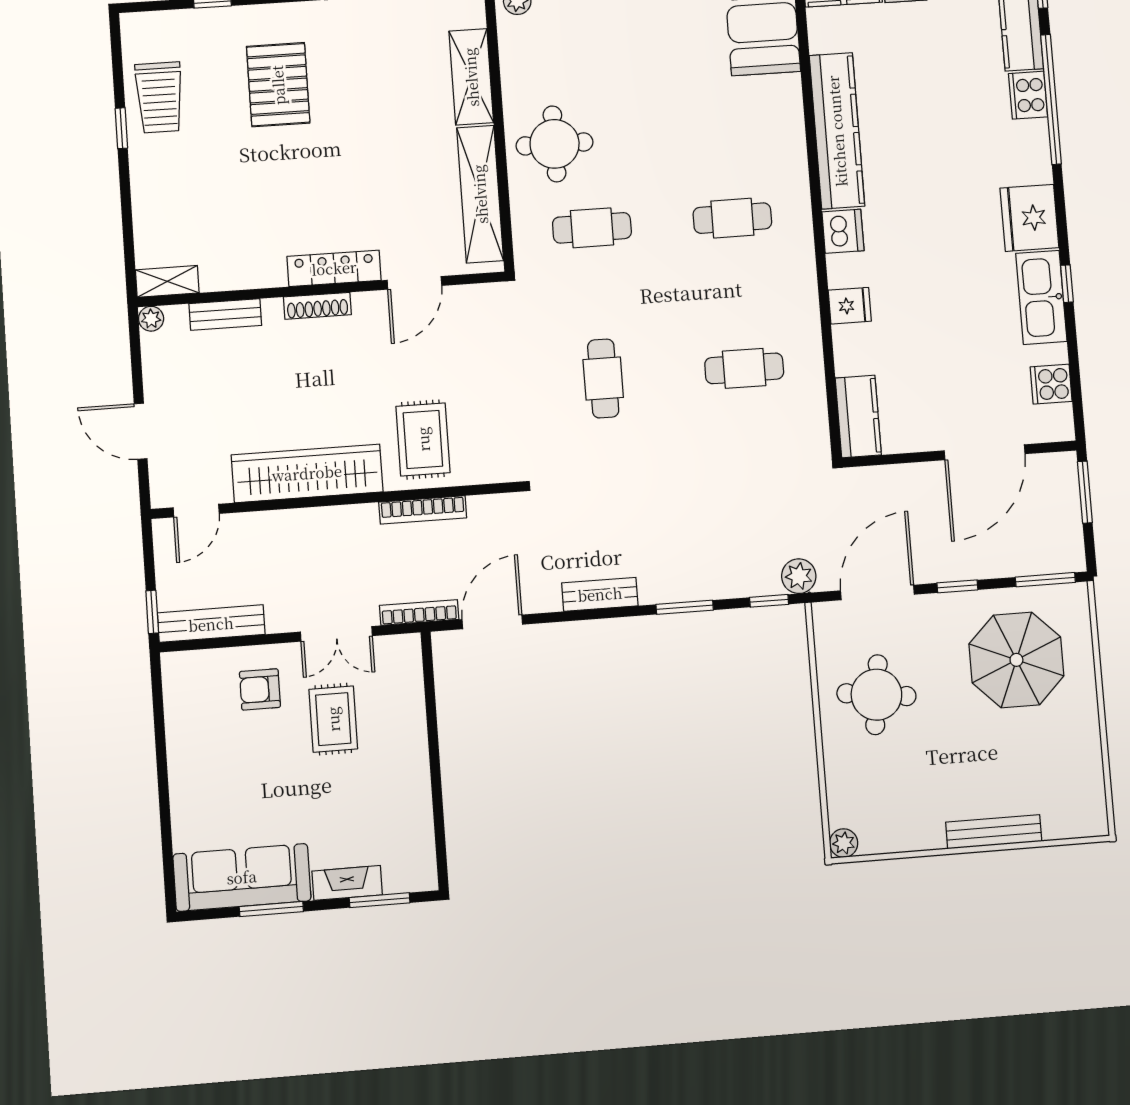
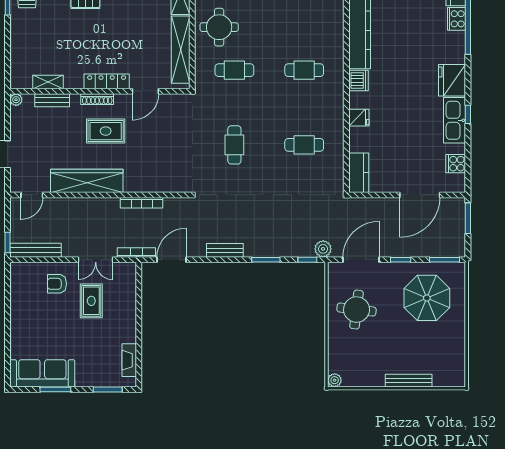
shelving: (167, 281) -> (48, 82), moved
rug: (423, 439) -> (106, 131), moved, turned 90
fireplace: (347, 883) -> (129, 360), moved, turned -90

